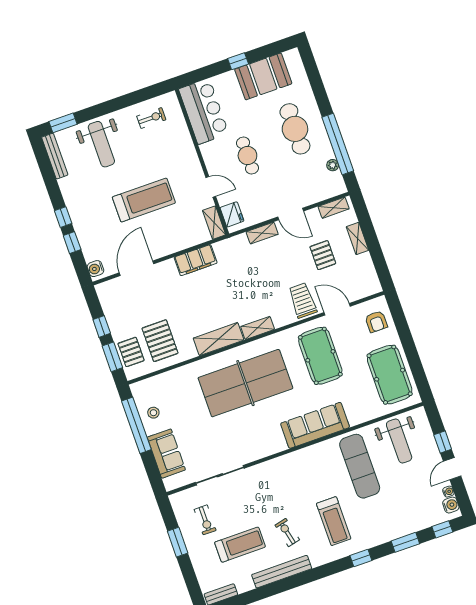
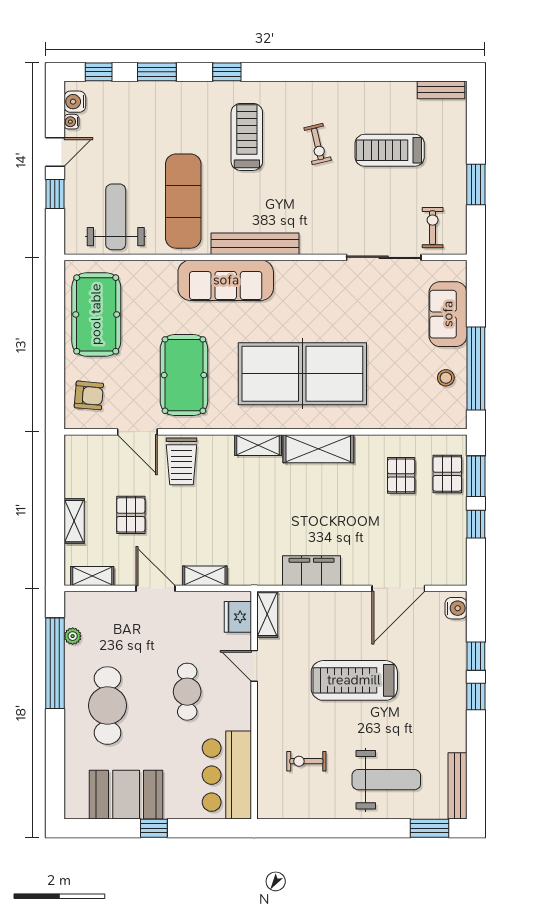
exercise bike: (151, 118) -> (306, 761), moved
weight bench: (101, 144) -> (386, 780), turned 90
armchair: (376, 322) -> (89, 395), turned 95
pallet: (160, 341) -> (401, 475), width x0.67, depth x0.71
exercise bike: (205, 520) -> (433, 228), moved
bench: (282, 572) -> (255, 244), moved

